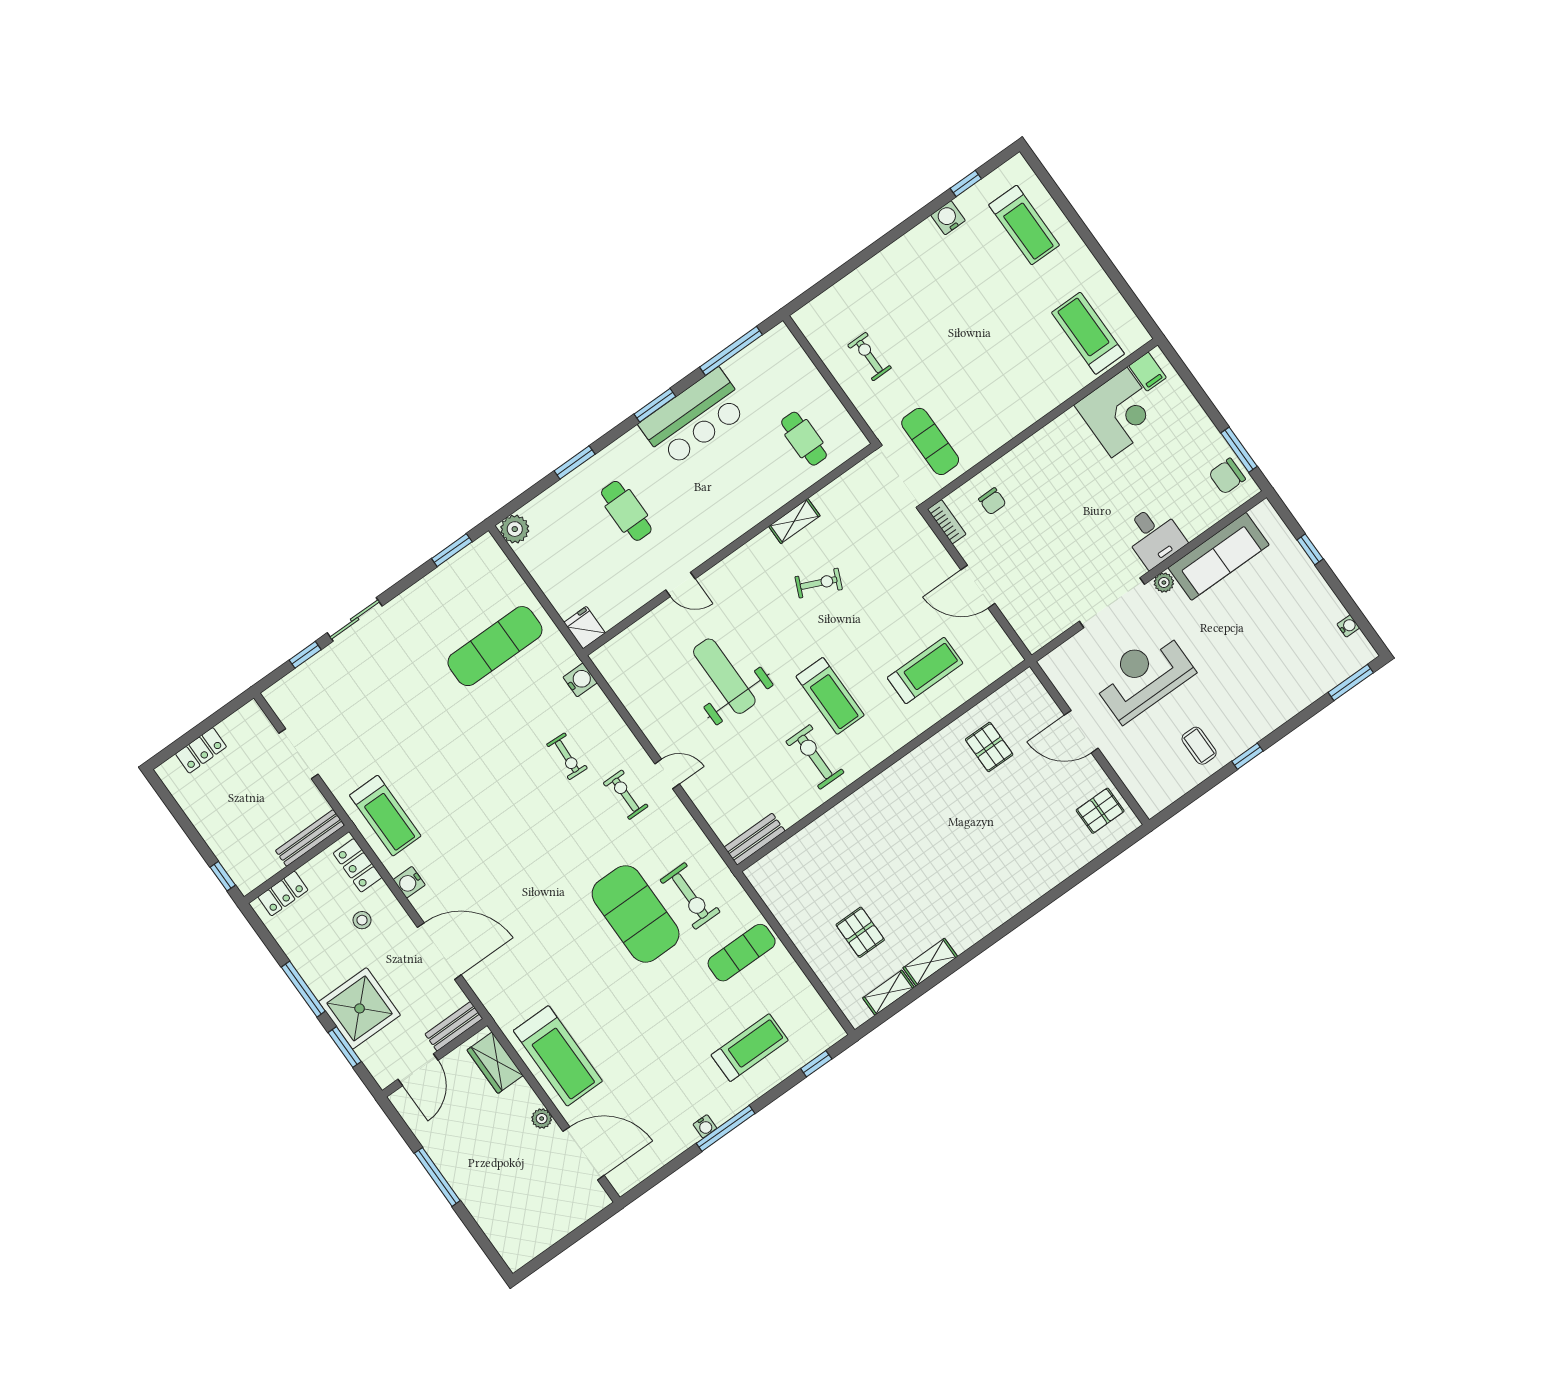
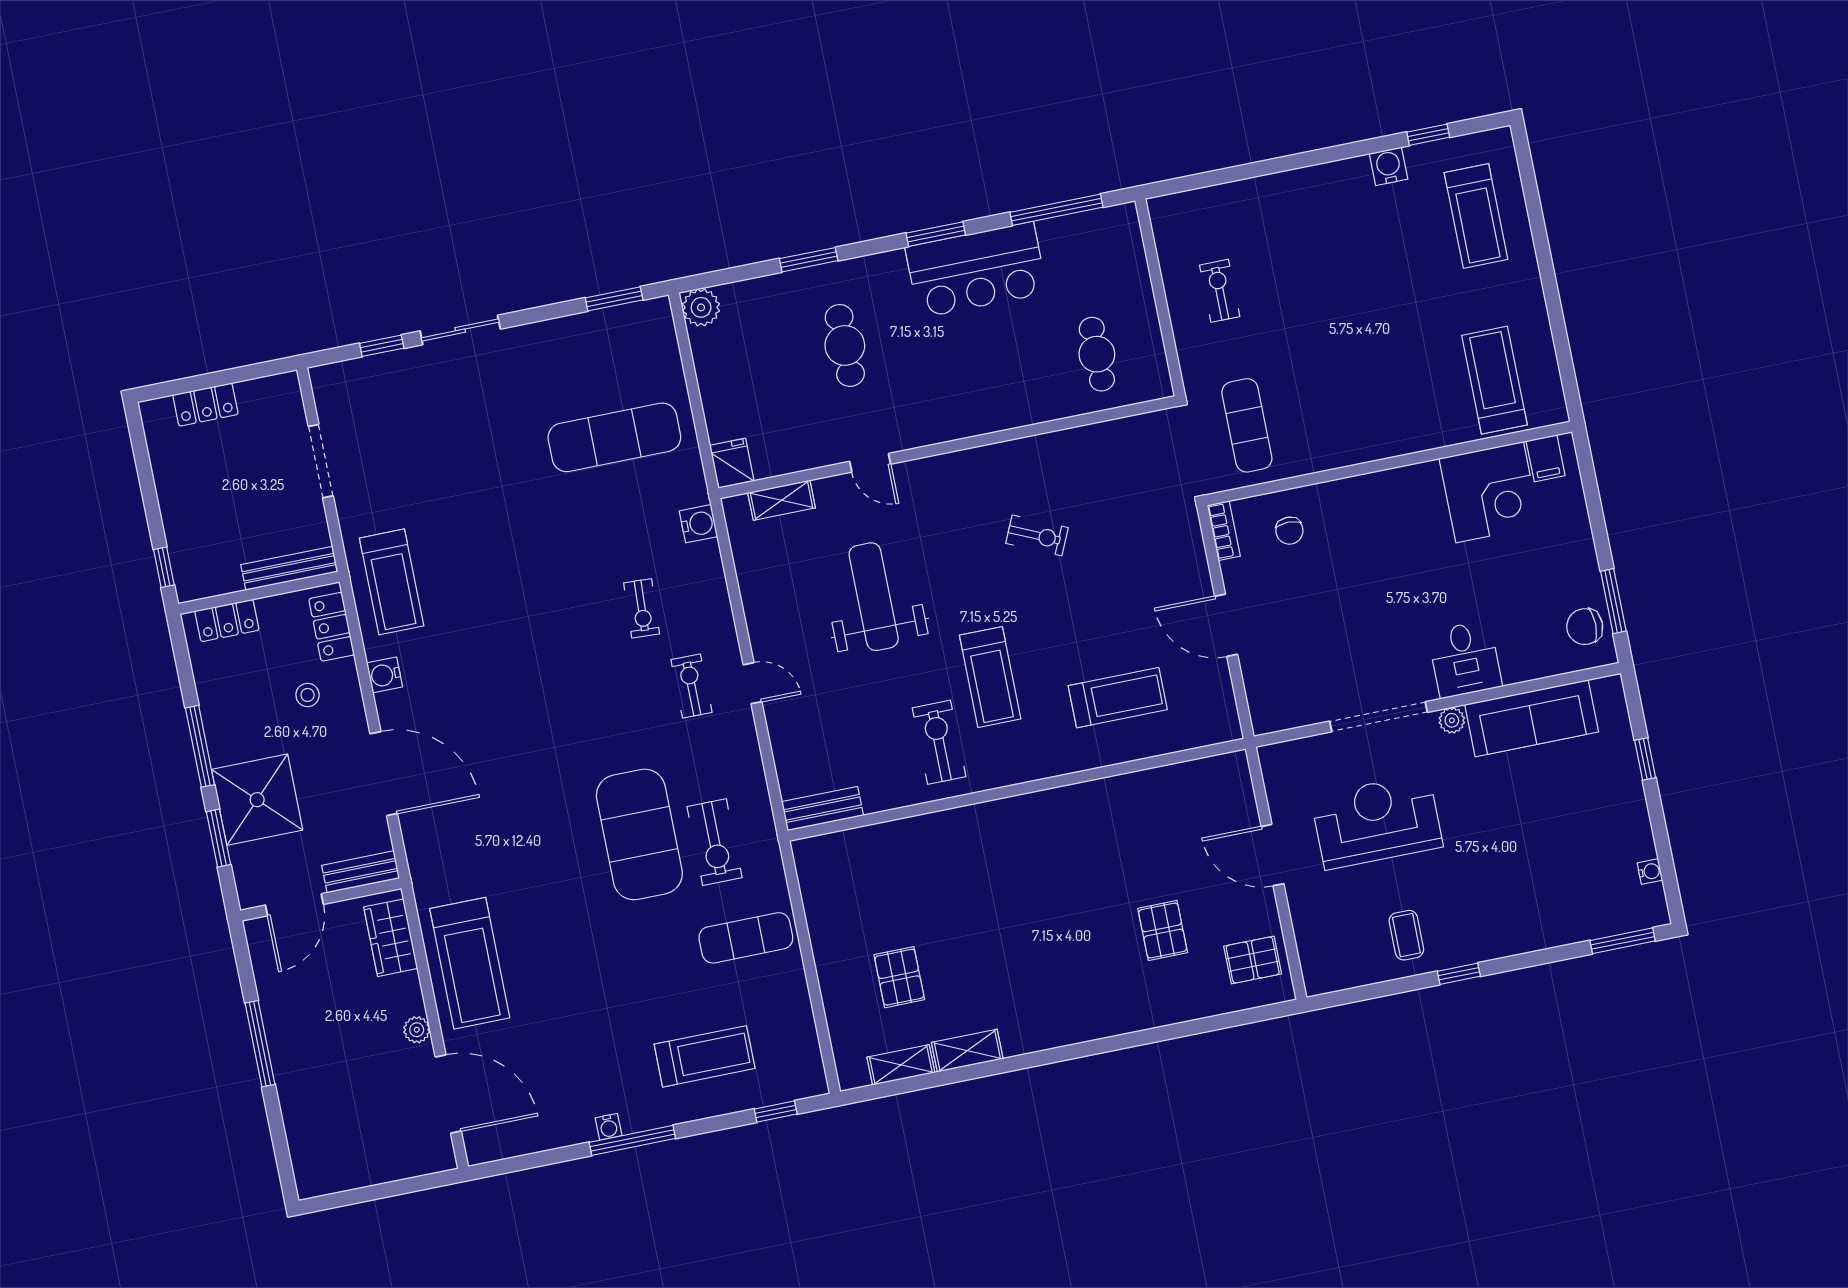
shelving: (794, 521) -> (782, 500), moved
pallet: (989, 747) -> (1163, 930), moved

